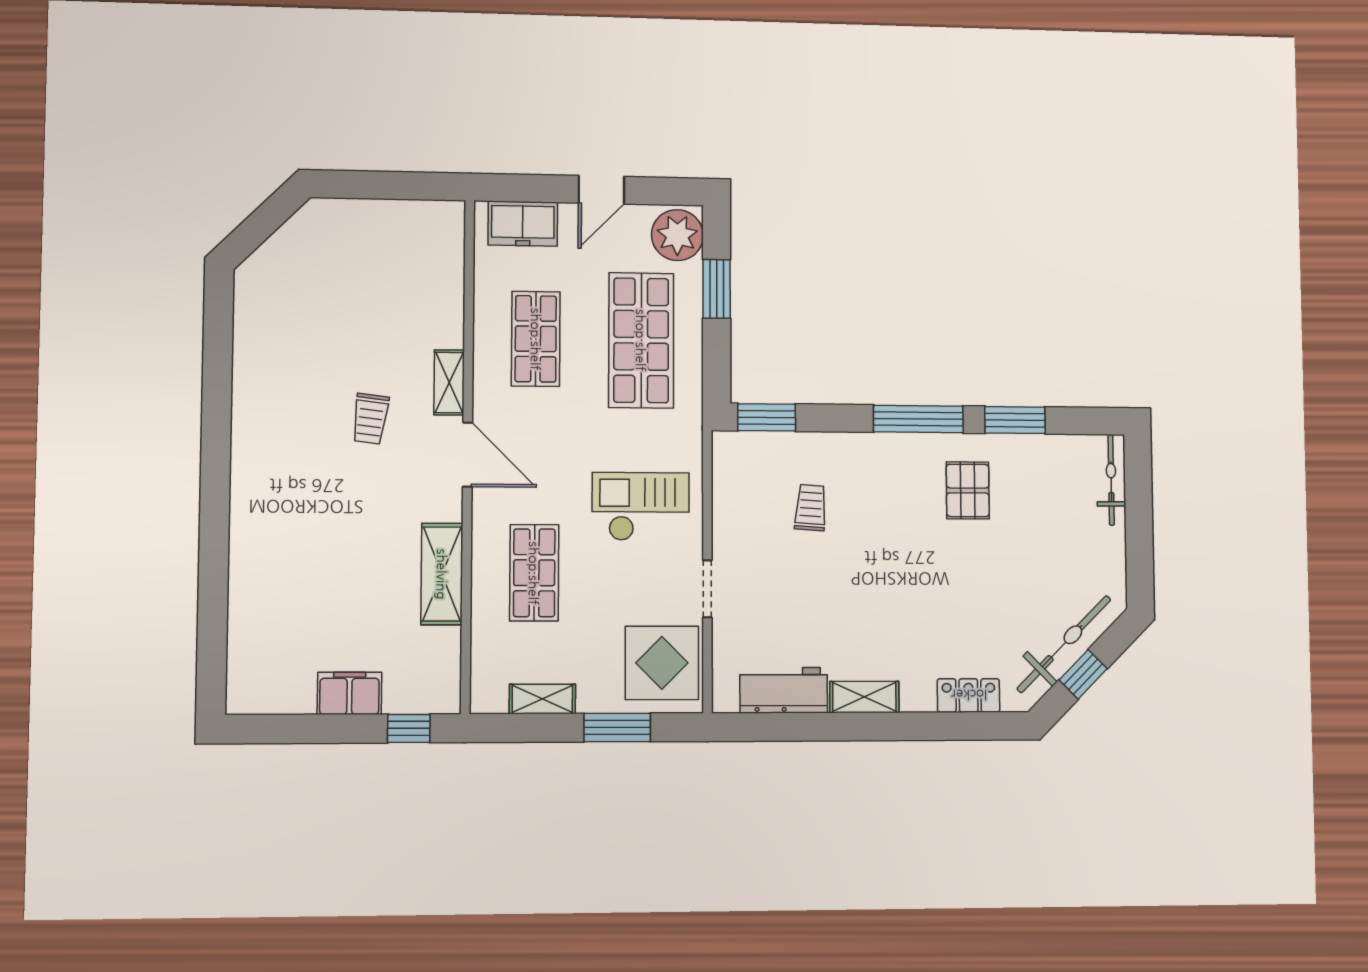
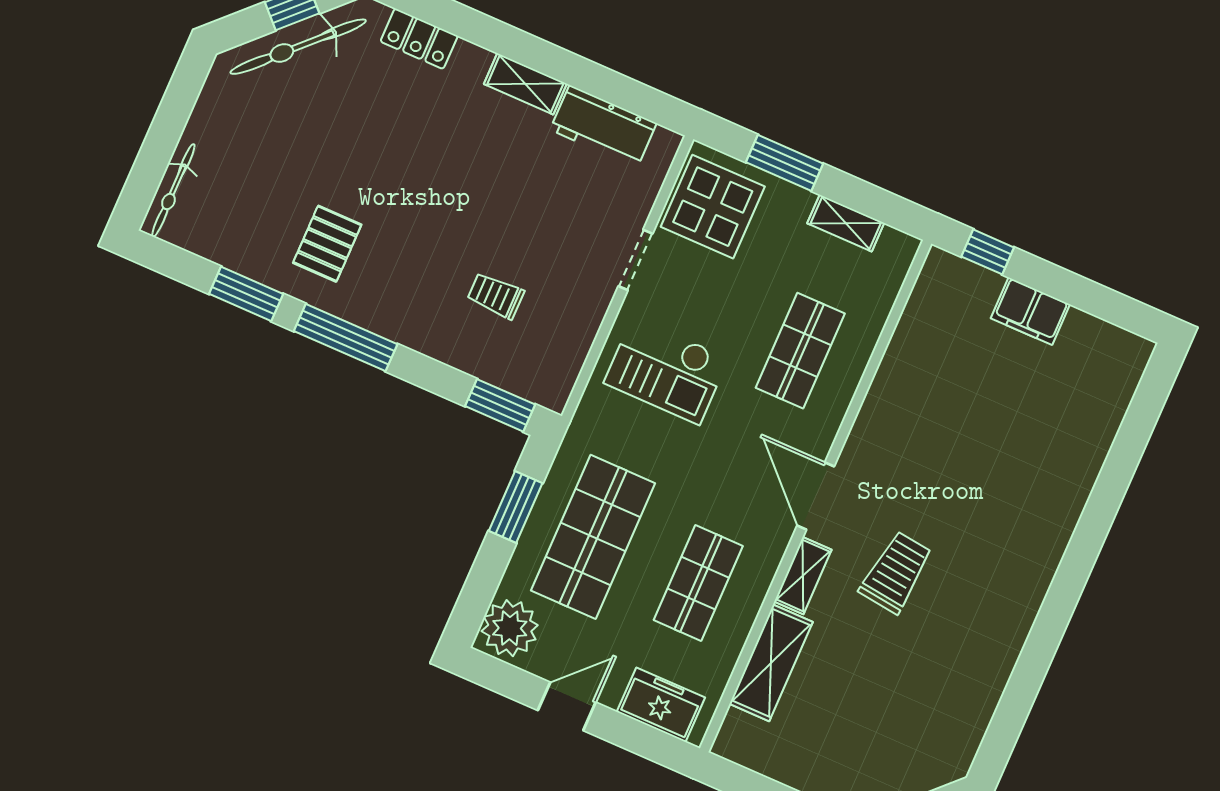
window: (717, 289) -> (516, 507), moved
trolley: (370, 419) -> (896, 572), width x1.36, depth x1.39
trolley: (811, 508) -> (496, 296), turned 86
shelving: (442, 574) -> (771, 663), moved

